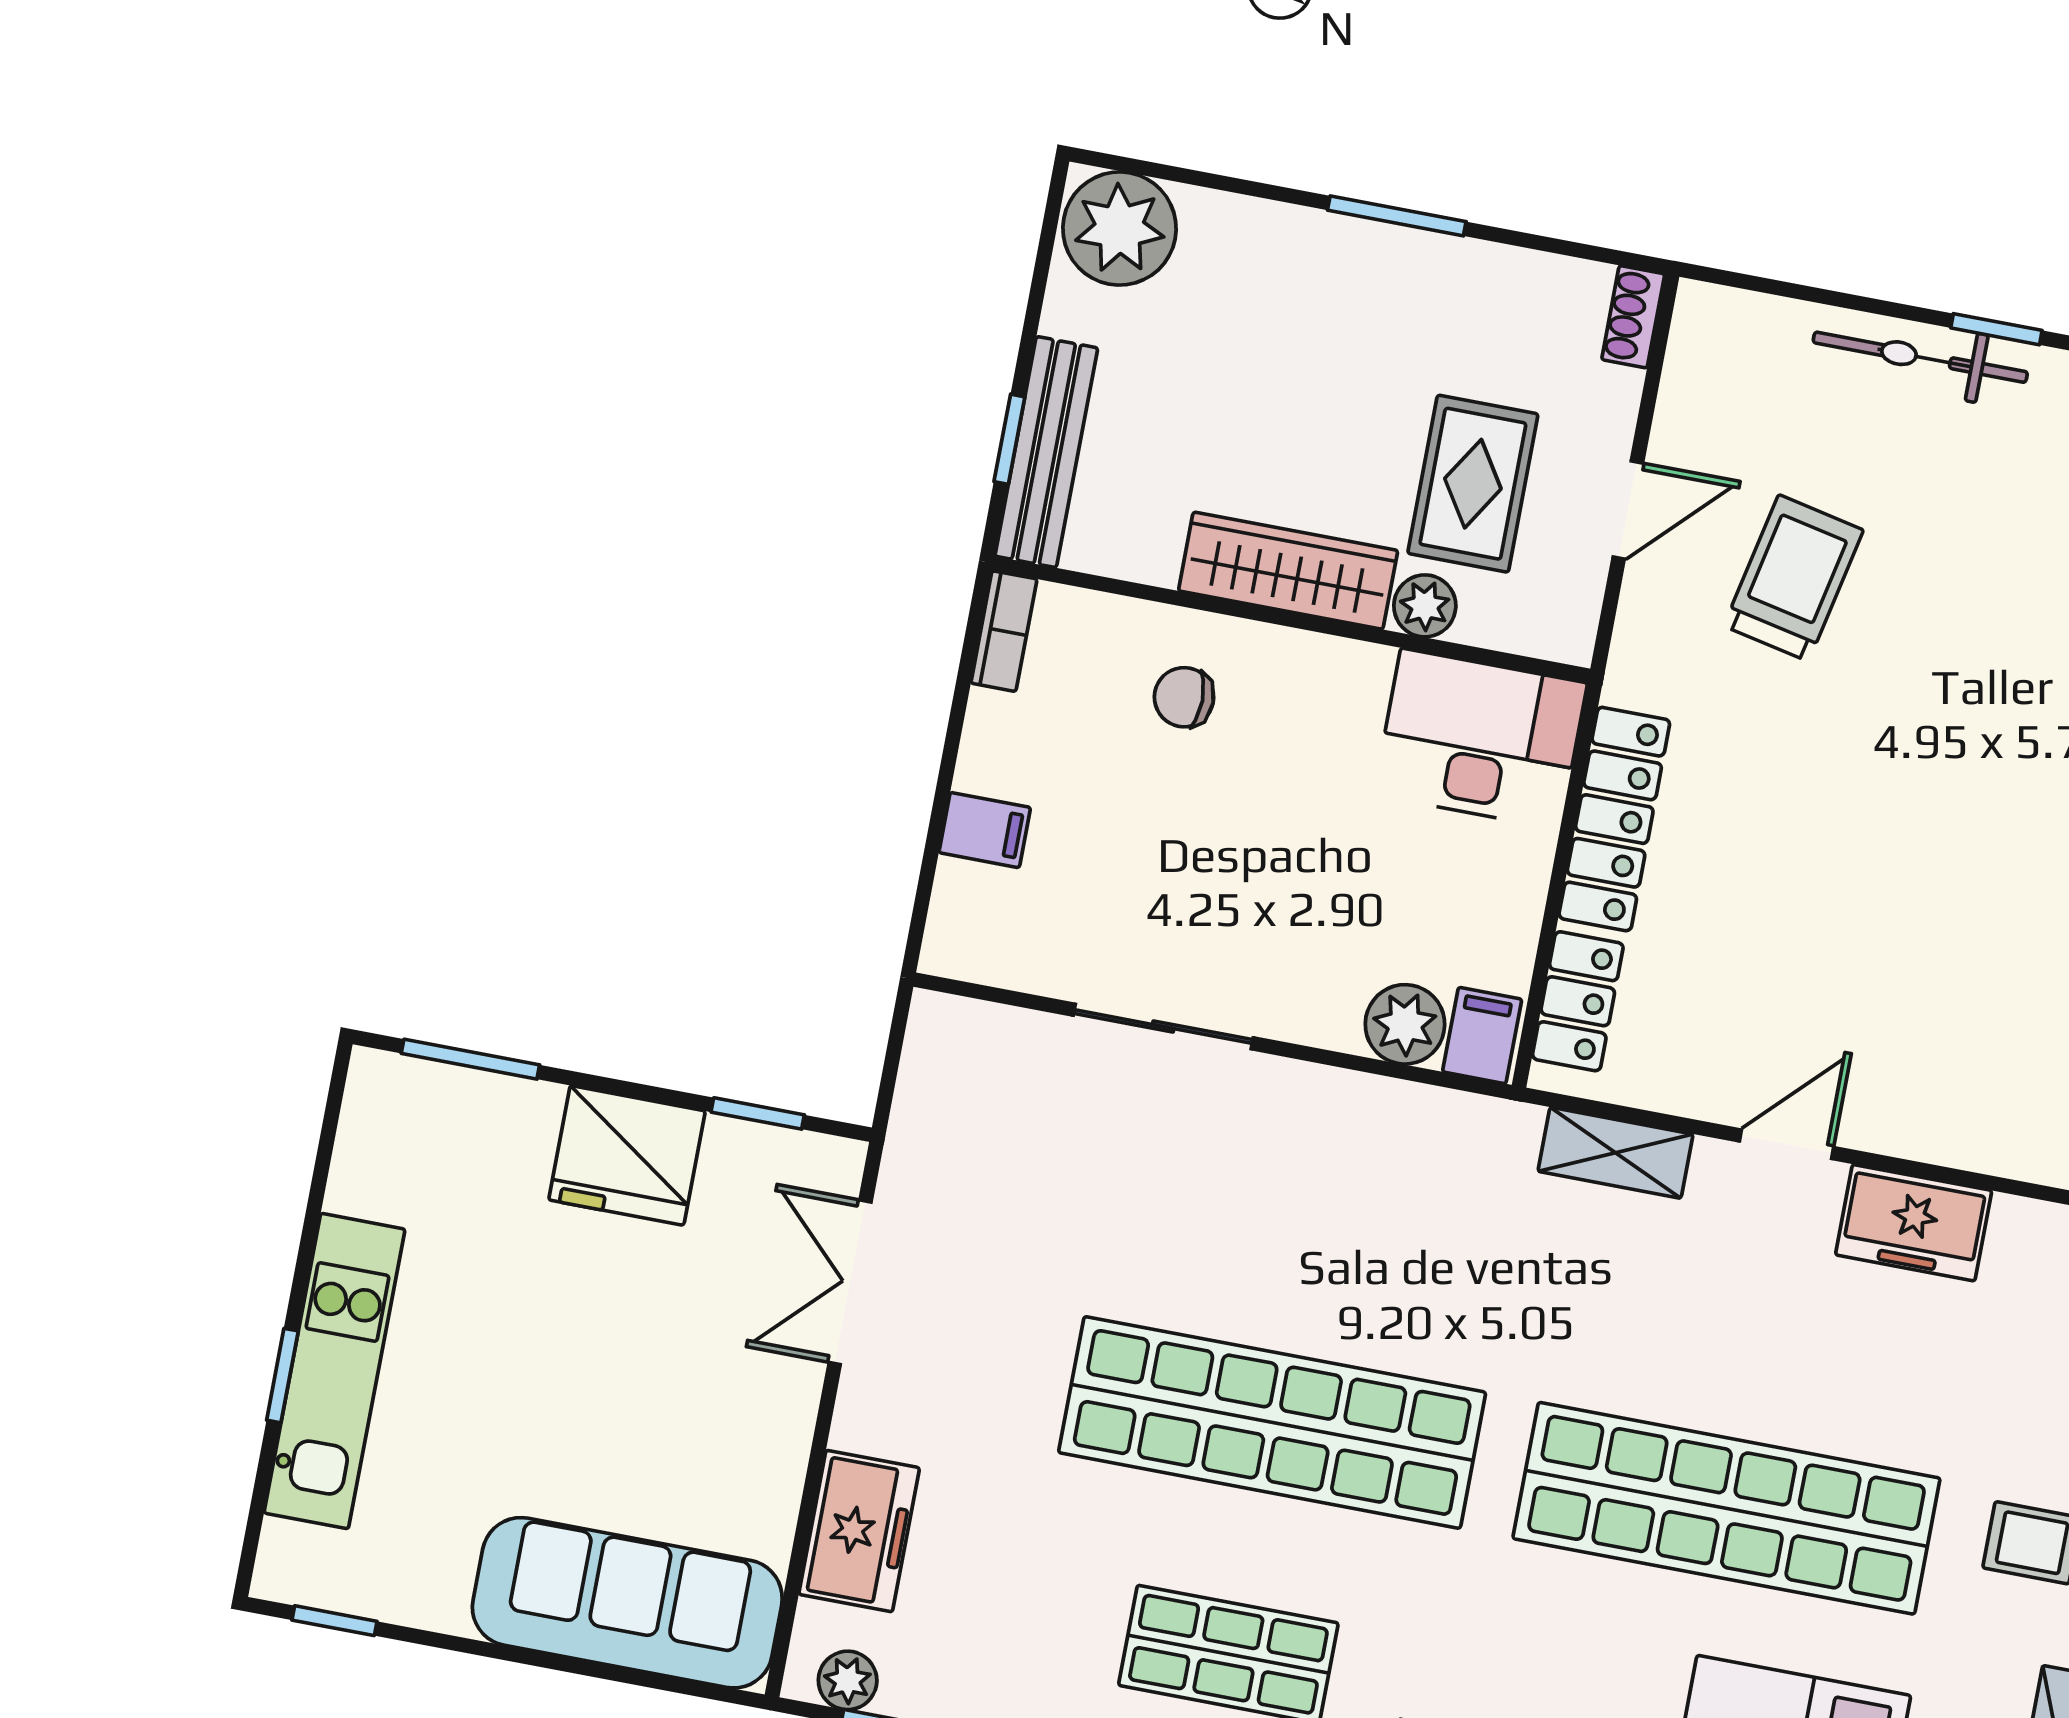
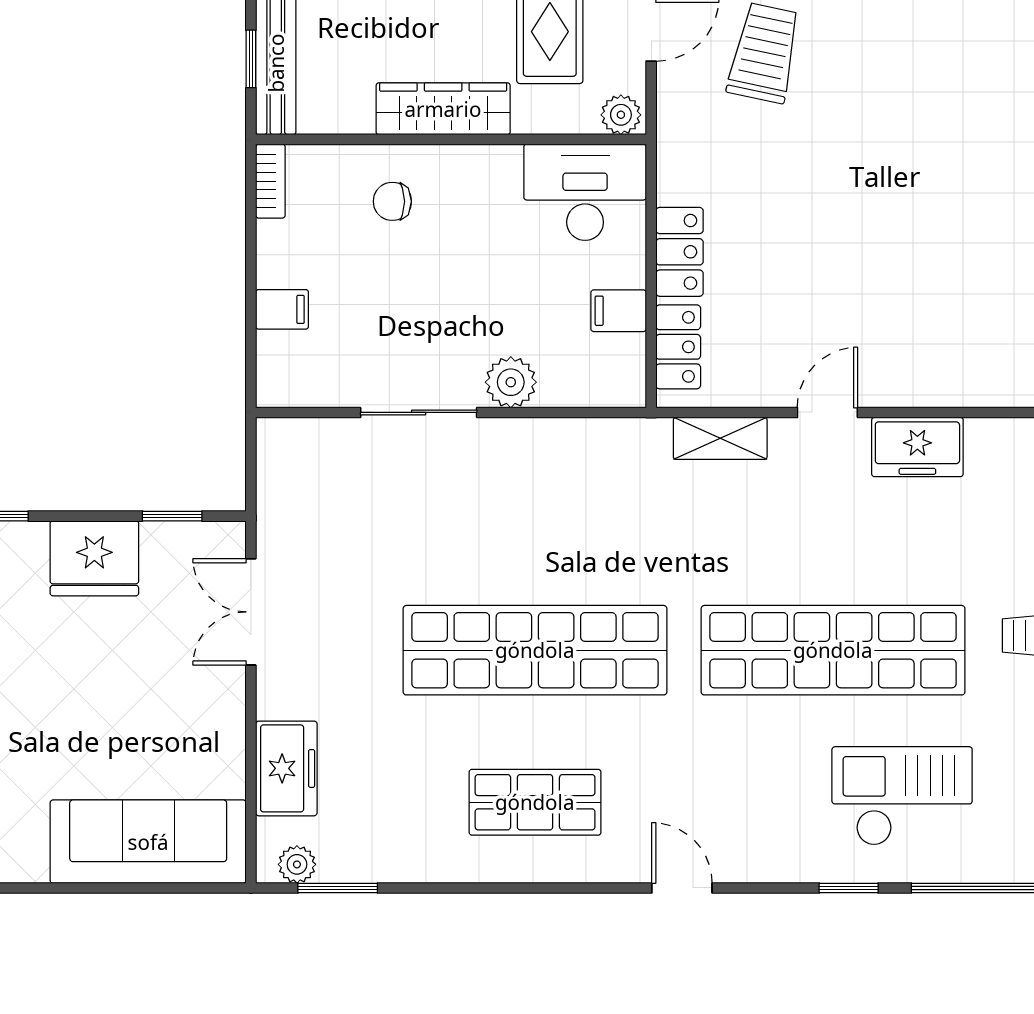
plant: (1425, 606) -> (621, 115), moved
locker: (1614, 819) -> (680, 252), width x0.66
plant: (1405, 1024) -> (511, 382), moved
filing cabinet: (1482, 1035) -> (619, 311), moved, turned -90

